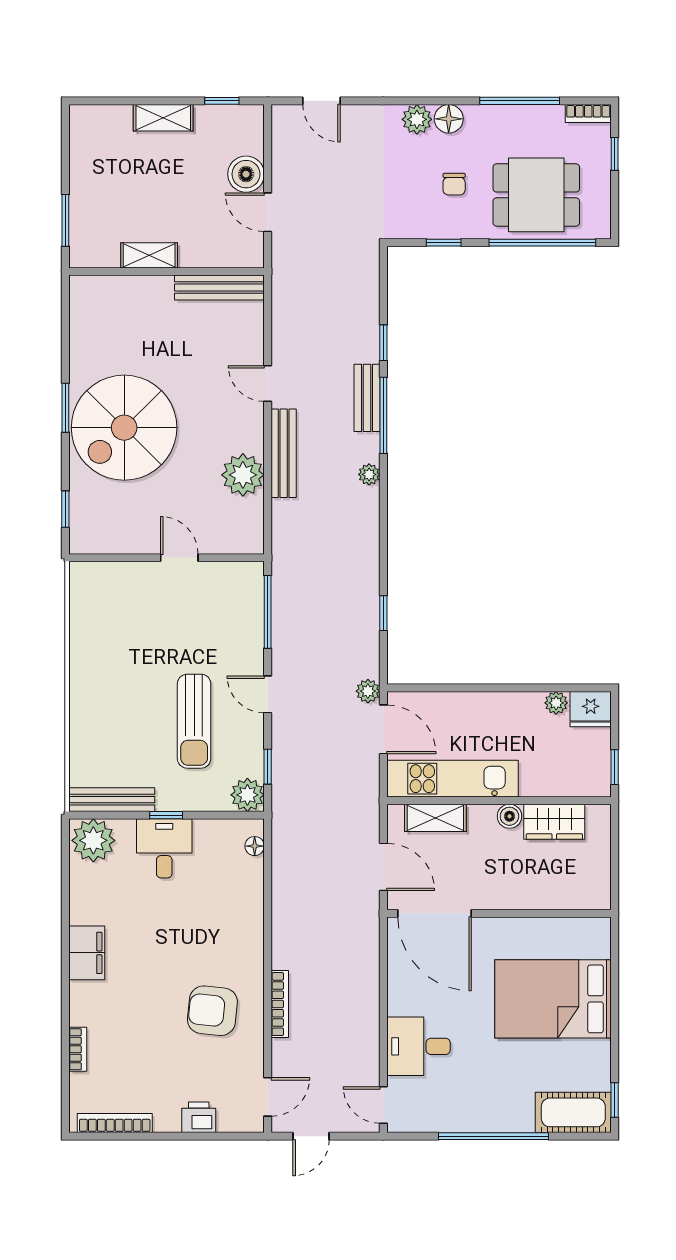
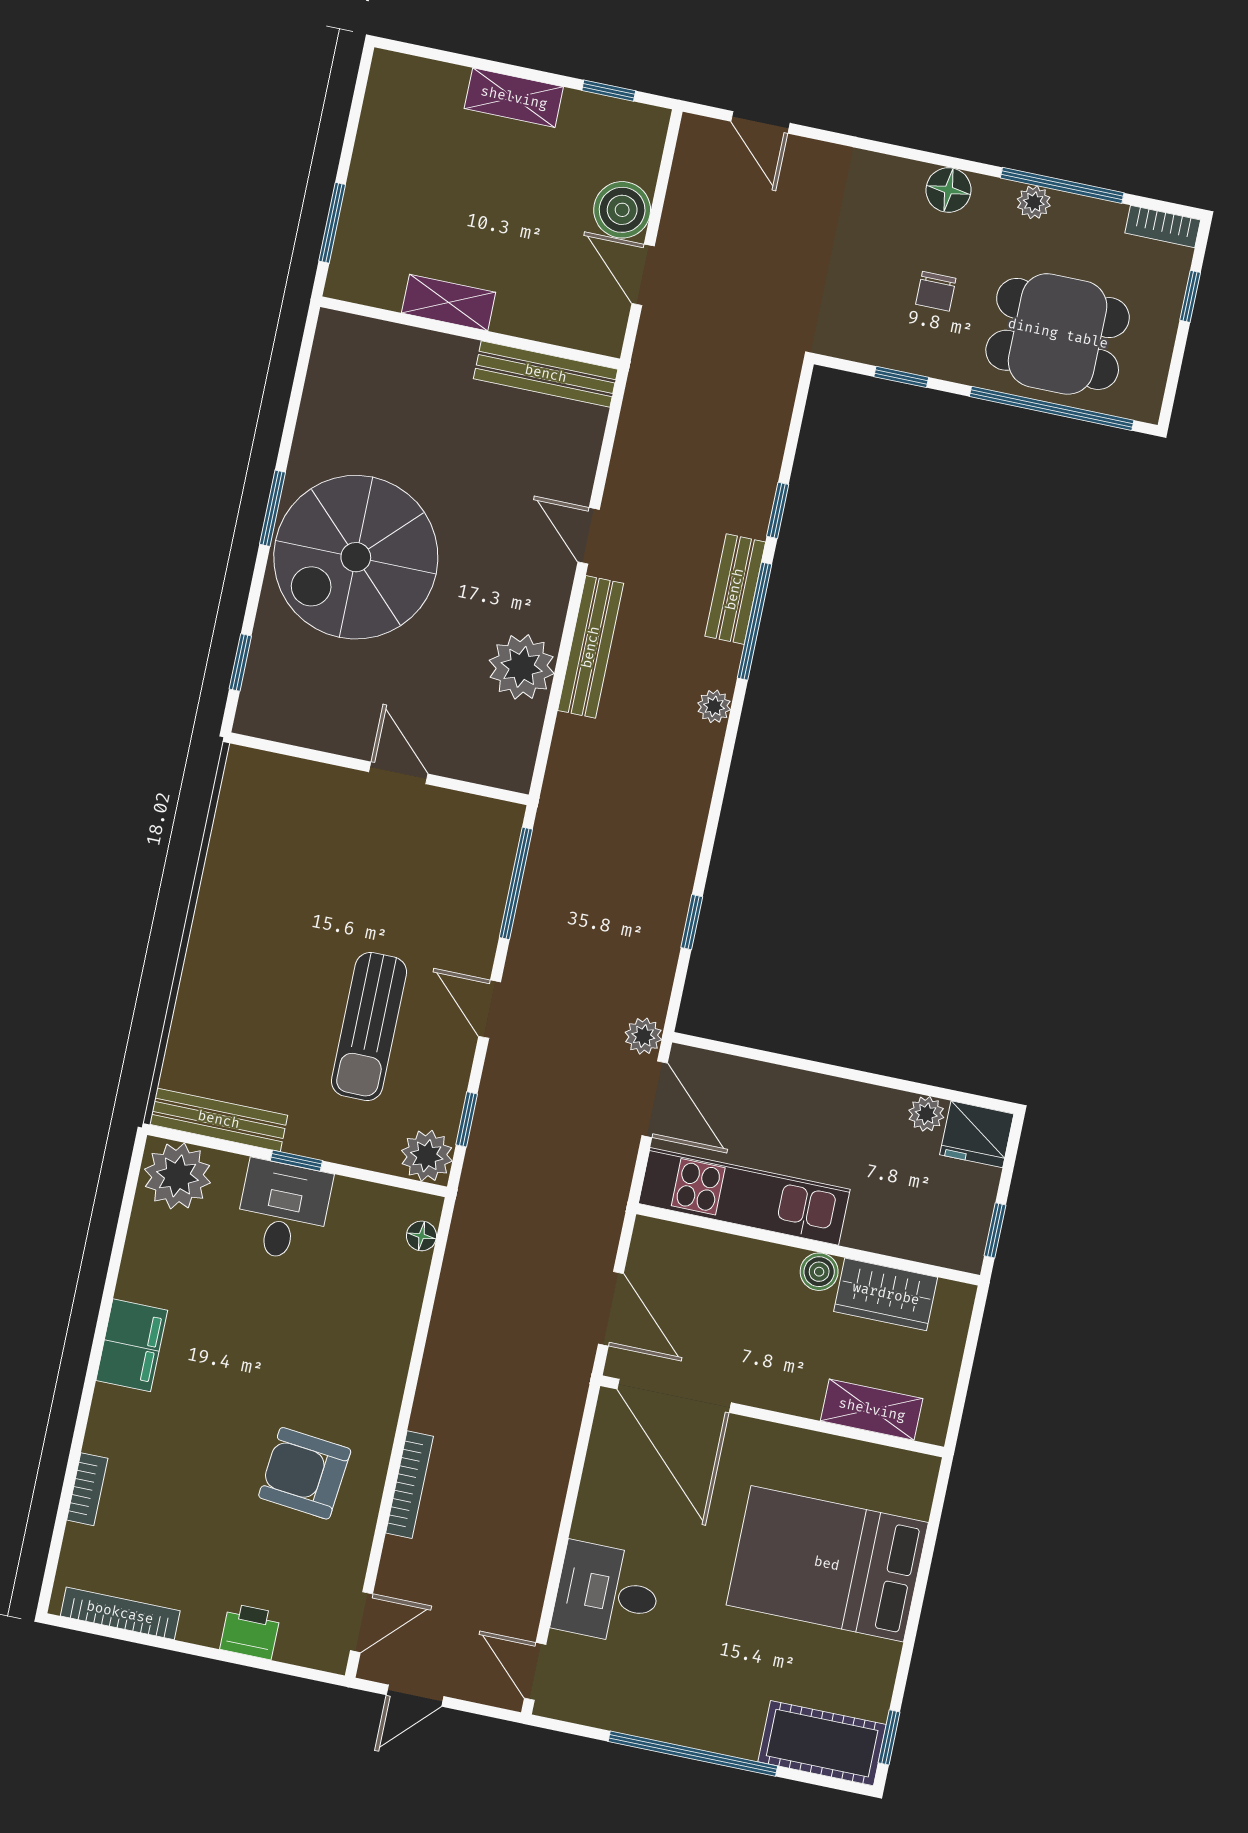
plant: (417, 119) -> (1034, 202), moved, width x0.73, depth x0.73
shelving: (435, 818) -> (872, 1410), moved

